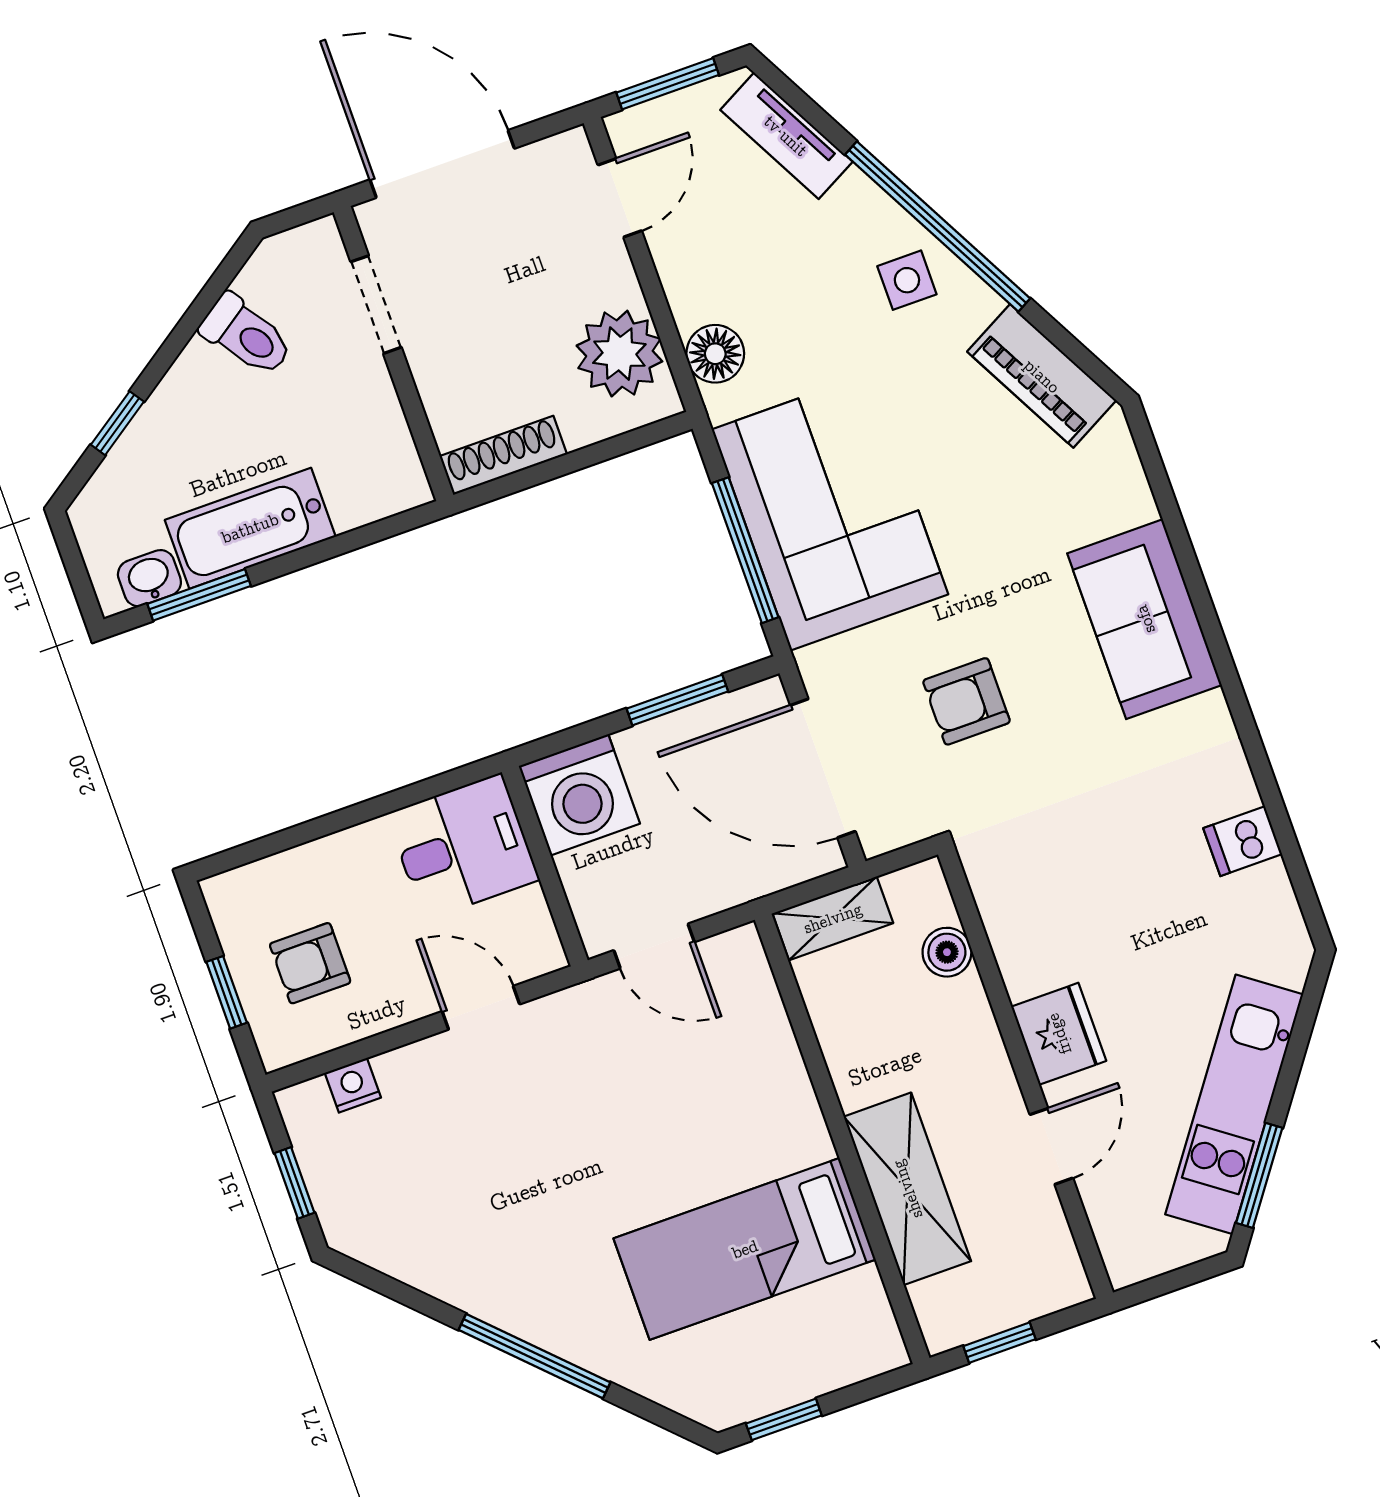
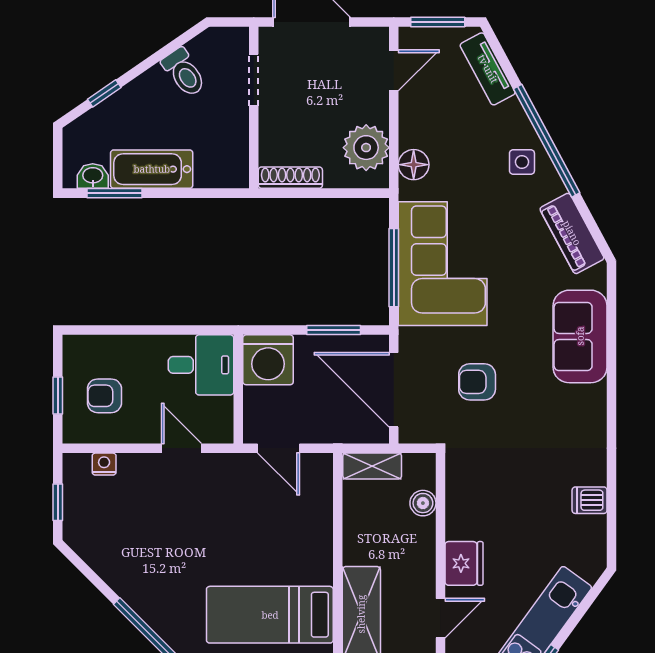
sofa: (1145, 619) -> (580, 336), moved

